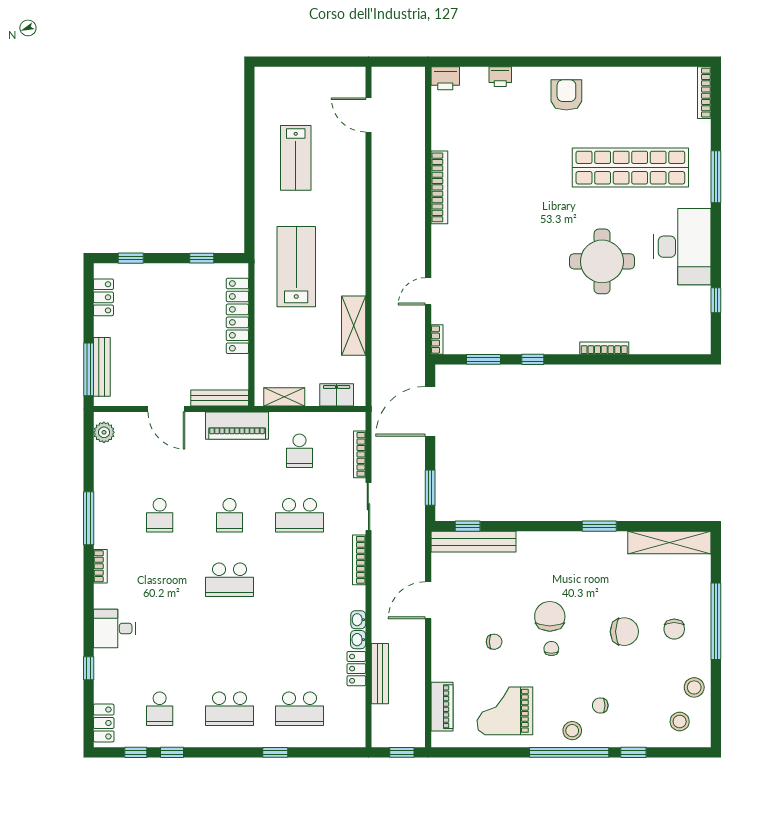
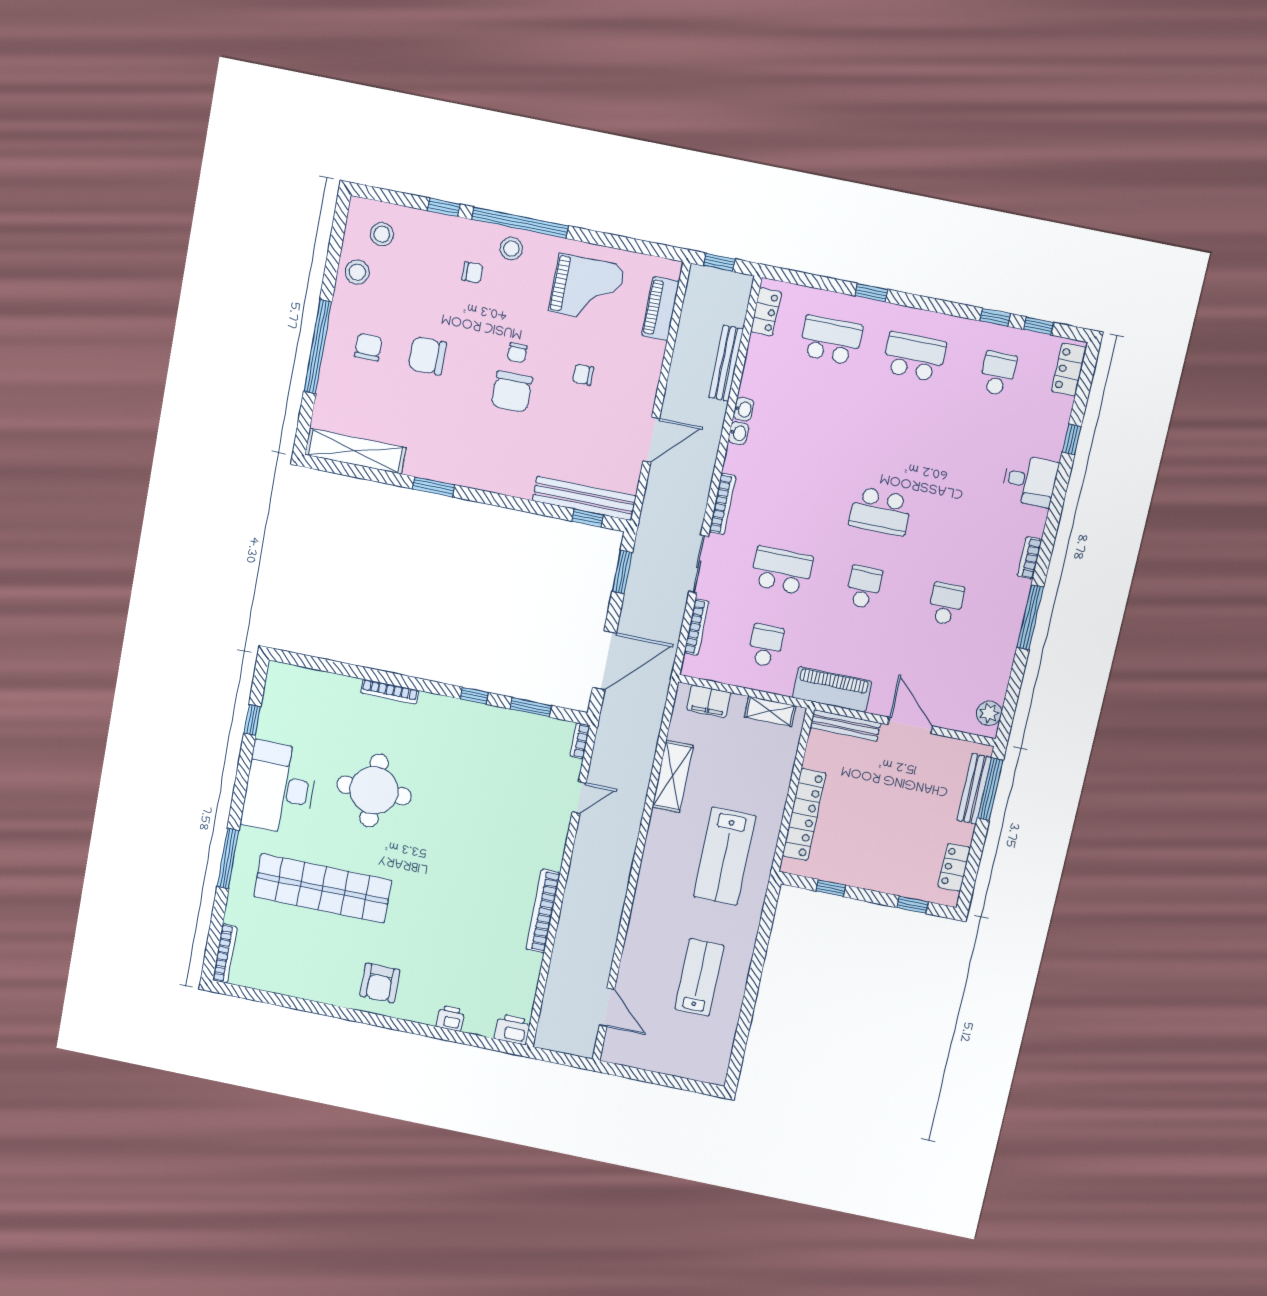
school desk: (230, 580) -> (880, 511), turned 180
locker: (356, 669) -> (766, 312), moved

